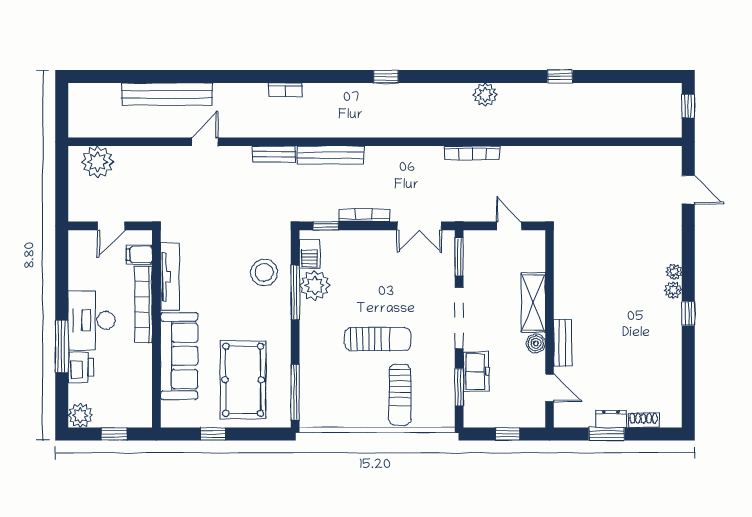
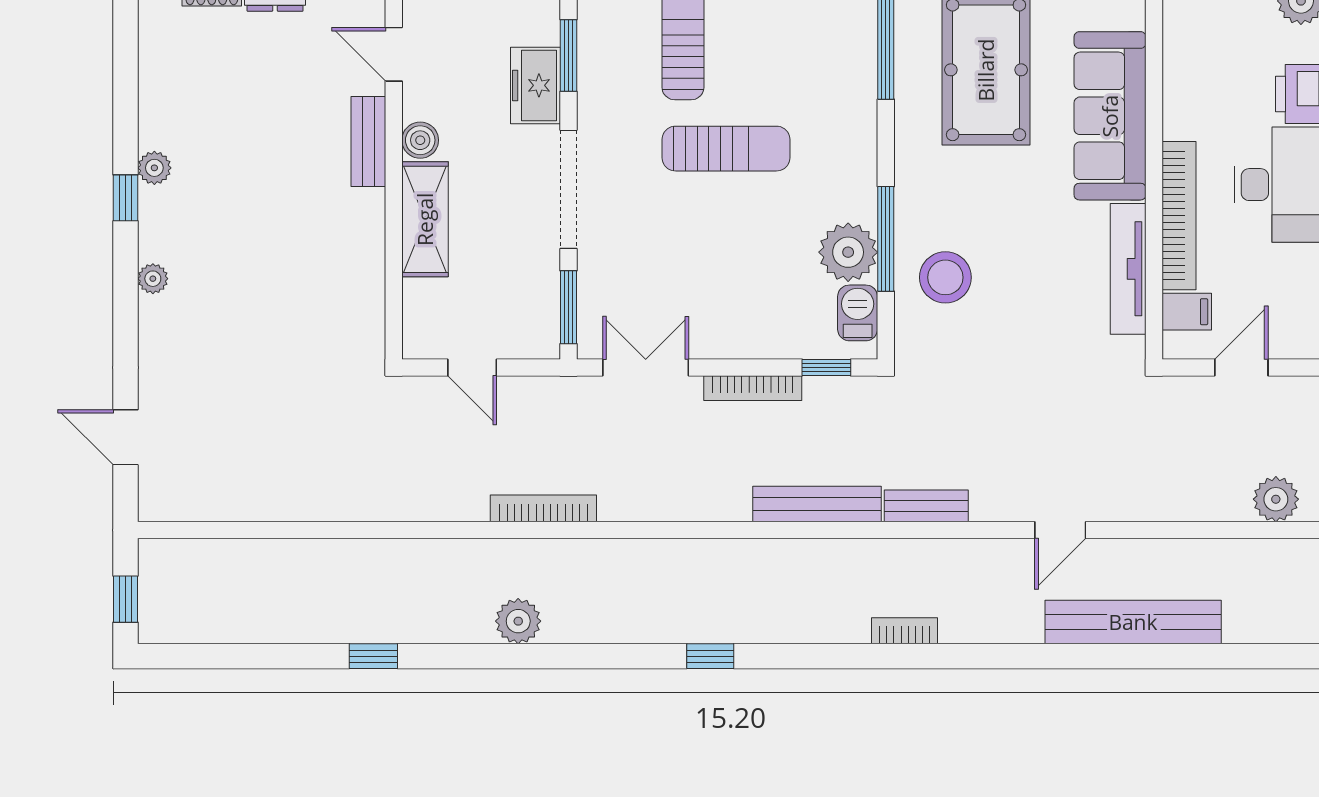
plant: (98, 162) -> (1276, 499), width x0.73, depth x0.73
plant: (673, 290) -> (154, 168), moved
sun lounger: (378, 339) -> (726, 149), turned 180

